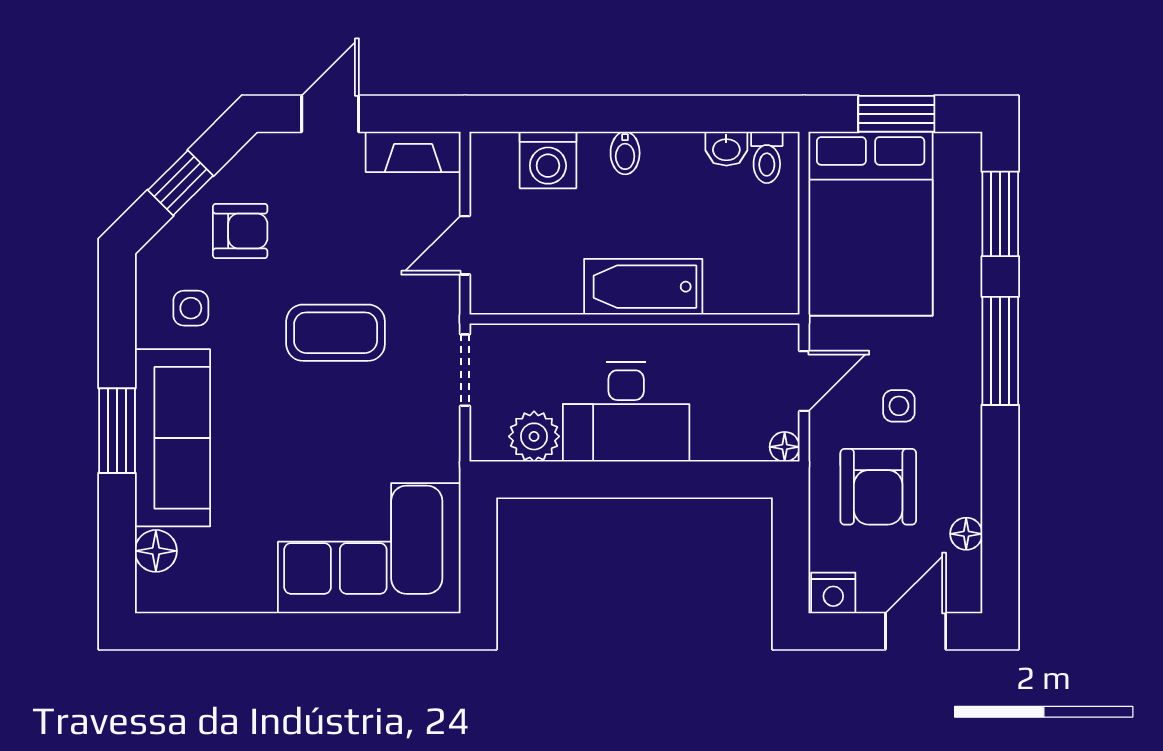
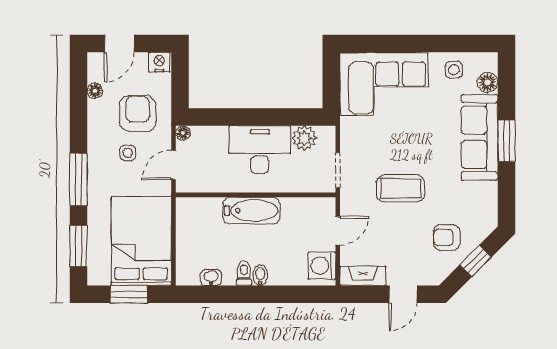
toilet: (767, 157) -> (244, 273), moved
washing machine: (548, 160) -> (322, 266), moved, turned -90
side table: (191, 308) -> (454, 70), moved

